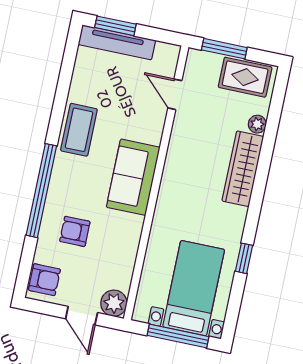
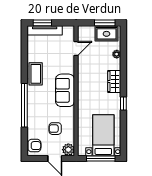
window: (224, 49) -> (105, 23), moved
door: (175, 94) -> (76, 48), swing flipped
wardrobe: (243, 169) -> (114, 81), width x0.67
armchair: (75, 231) -> (55, 129), moved
window: (244, 258) -> (123, 104), moved

